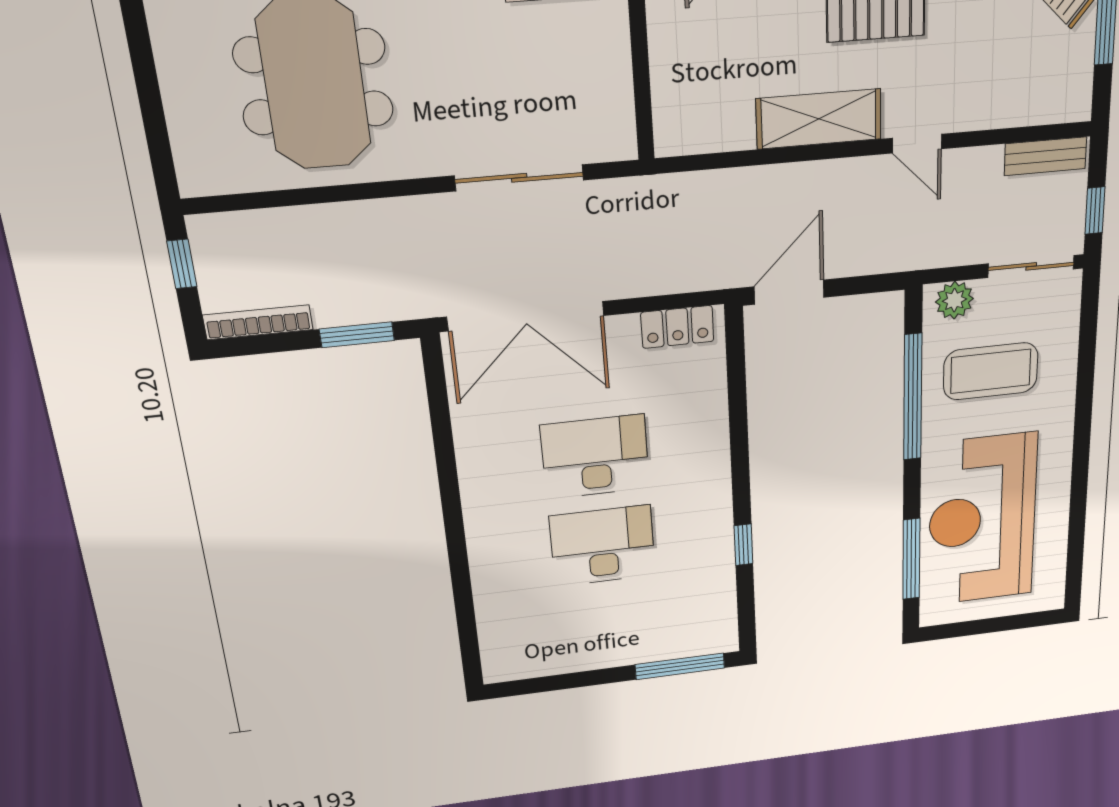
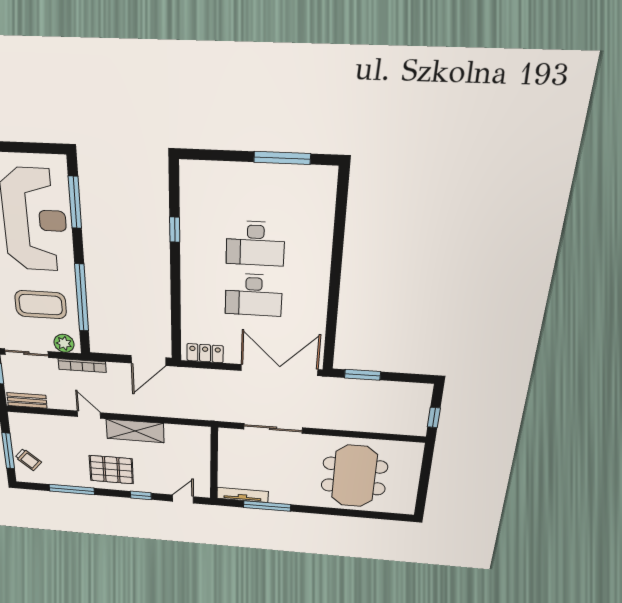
bookcase: (258, 322) -> (82, 366), moved
window: (680, 666) -> (282, 158), moved

